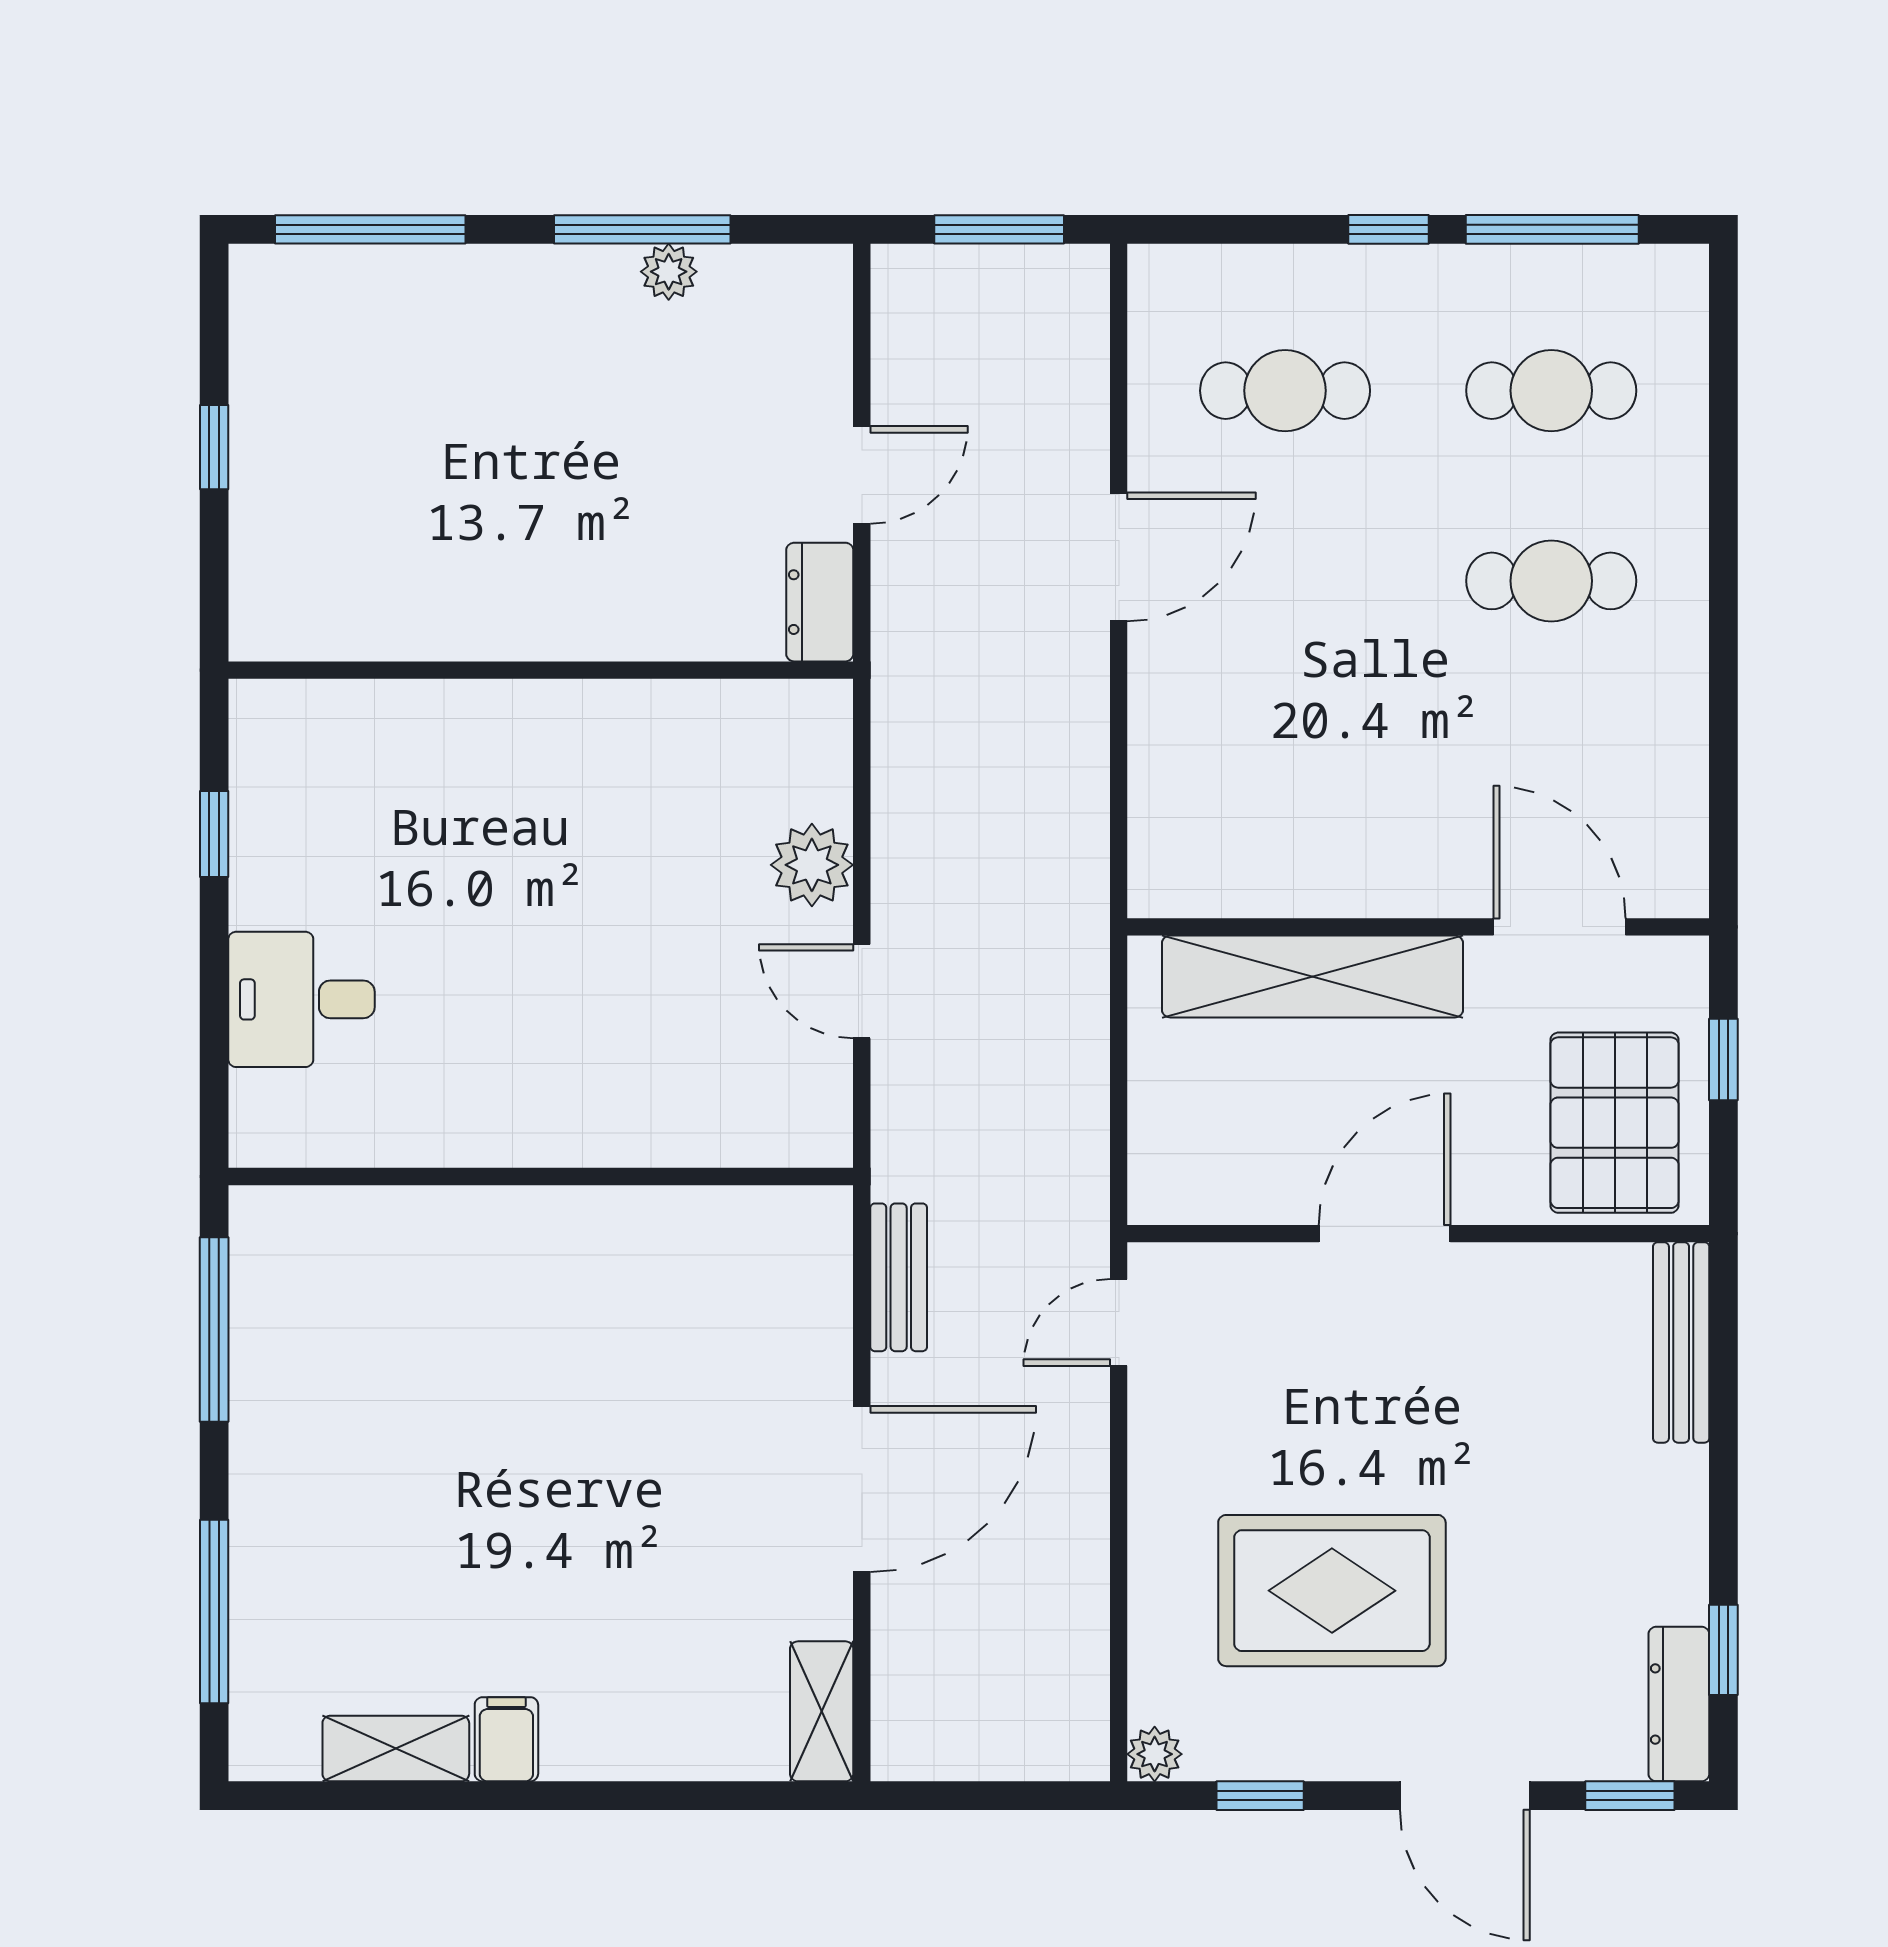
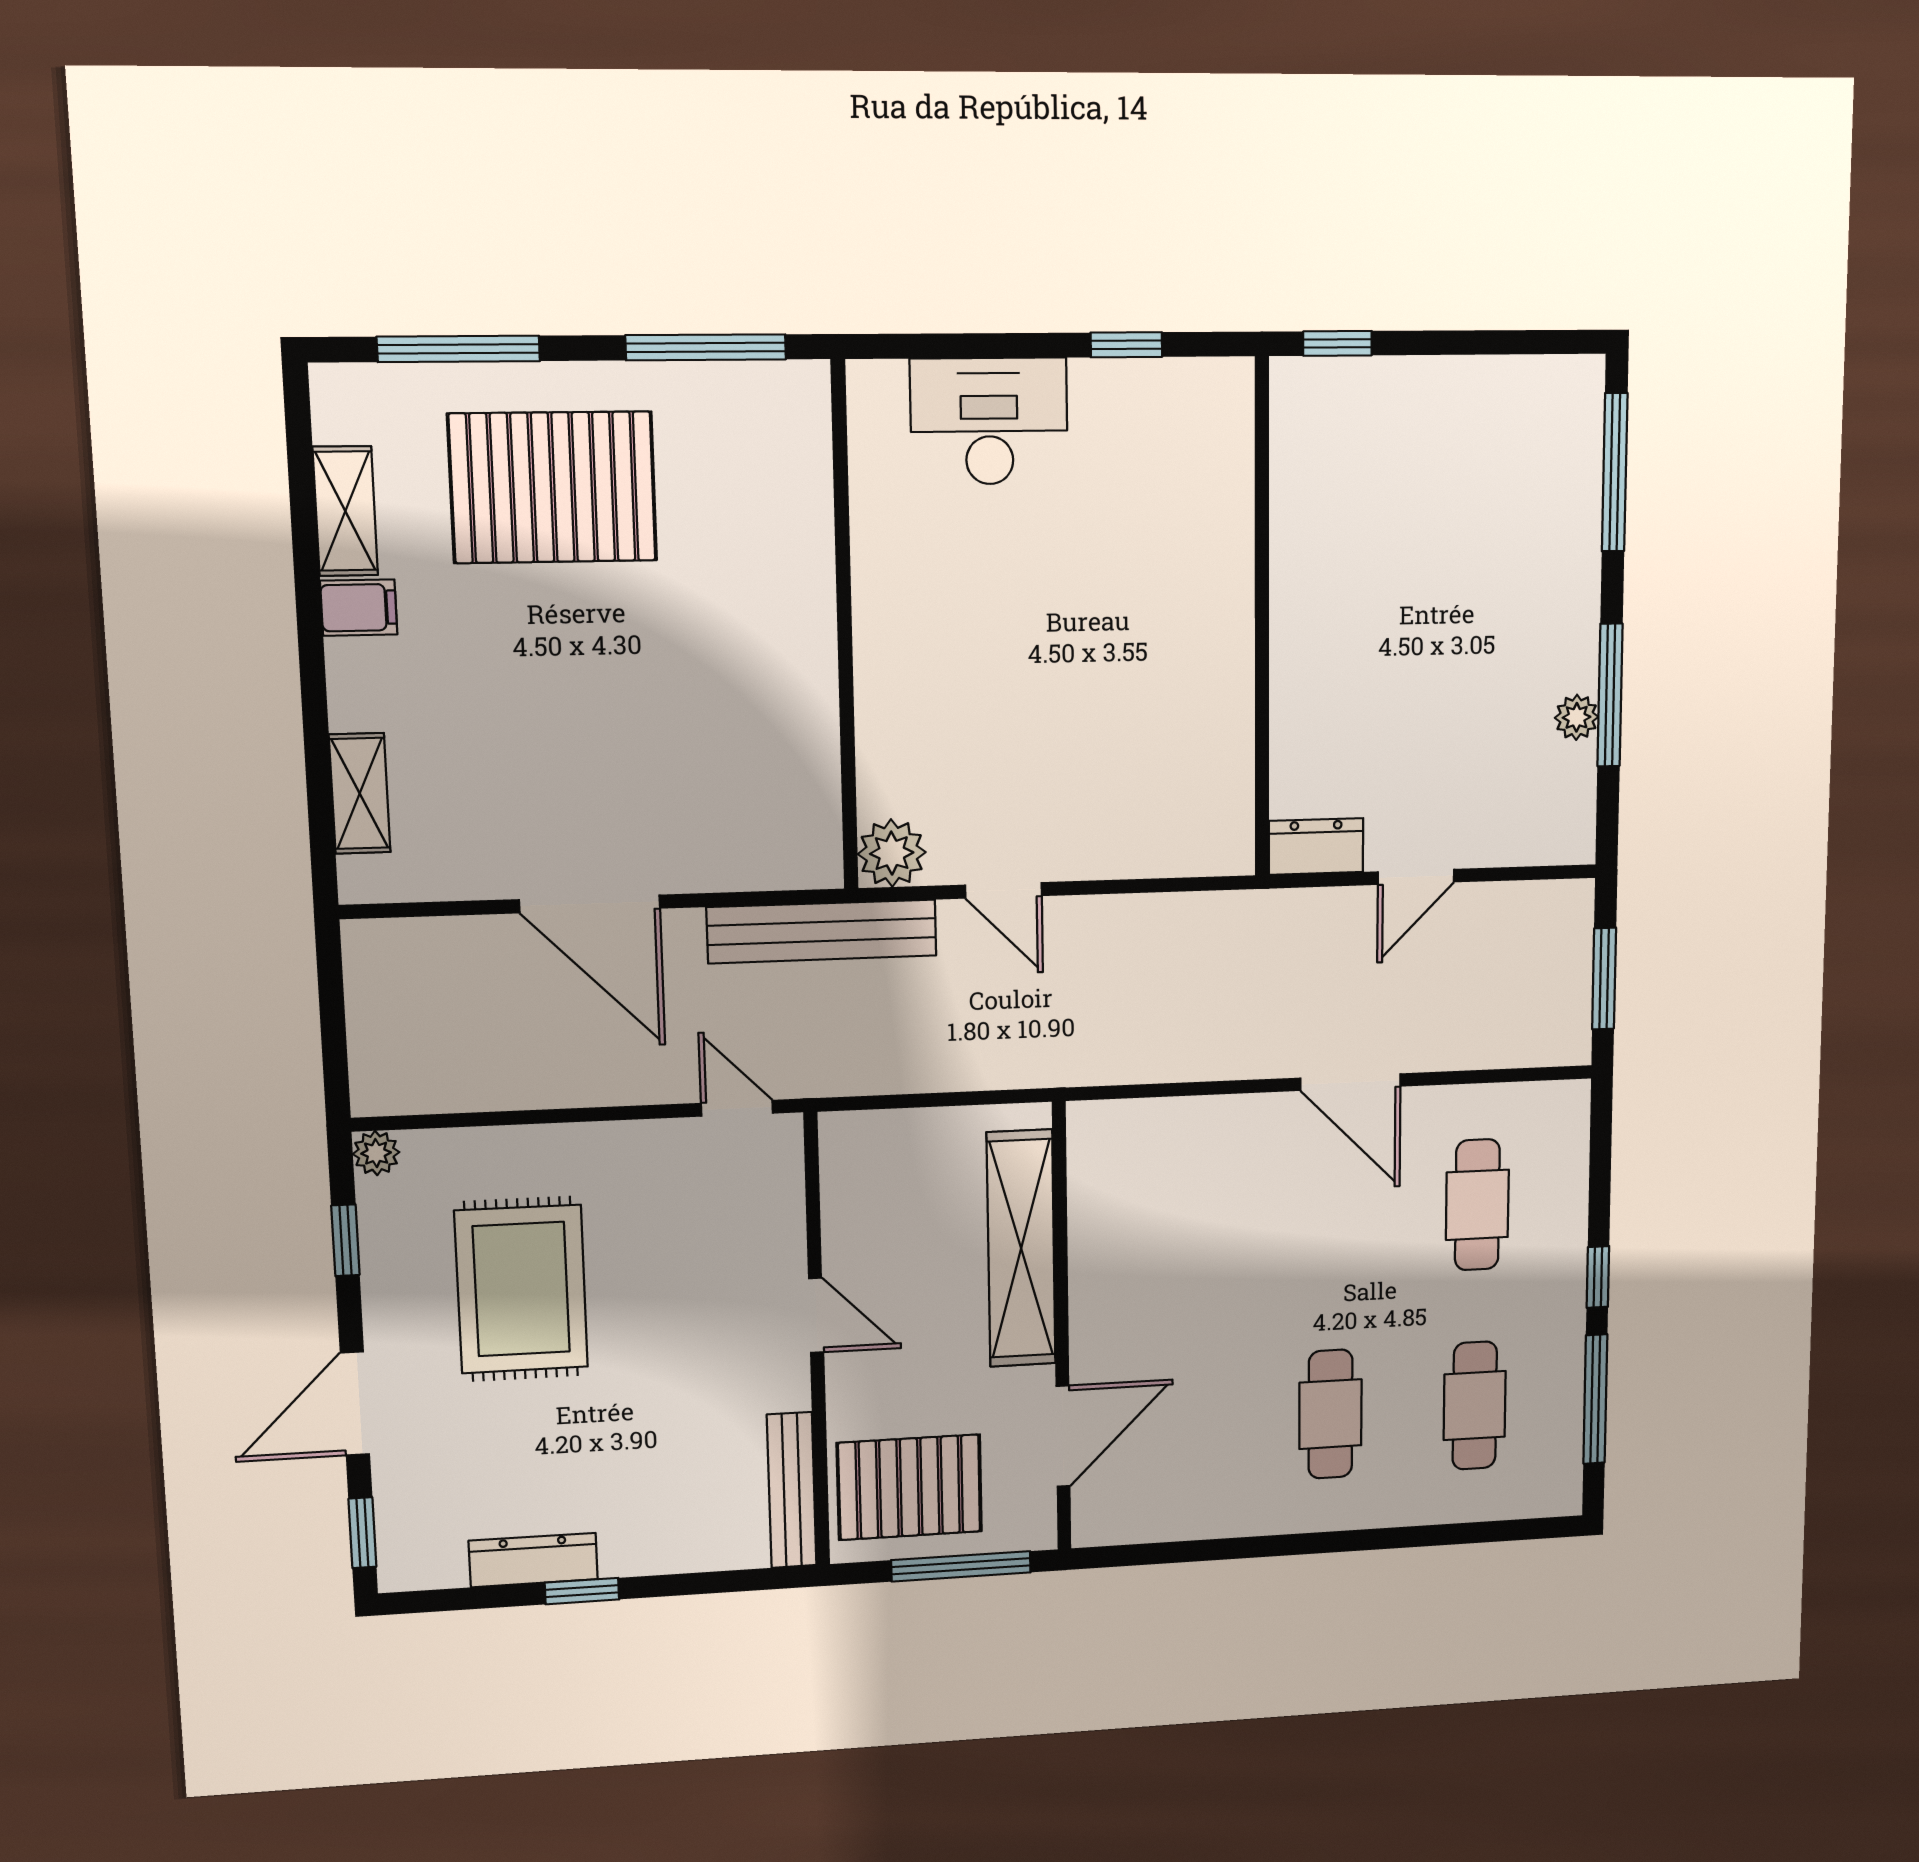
window: (214, 447) -> (1337, 343), moved
door: (862, 475) -> (1416, 877), hinge flipped
plant: (812, 865) -> (892, 853), moved
door: (862, 991) -> (1004, 890), swing flipped
desk: (301, 999) -> (989, 421), width x1.37
window: (1723, 1060) -> (961, 1566), width x2.17
door: (1385, 1234) -> (816, 1315), width x0.73
bench: (899, 1277) -> (822, 931), width x1.86, depth x1.21
bench: (1681, 1342) -> (792, 1490), moved, turned 90
pallet: (372, 1512) -> (553, 487), added
window: (1723, 1650) -> (582, 1591), moved
dresser: (1679, 1704) -> (533, 1560), moved
shelving: (822, 1711) -> (360, 793), moved, turned 90

